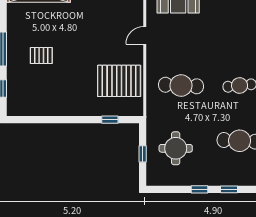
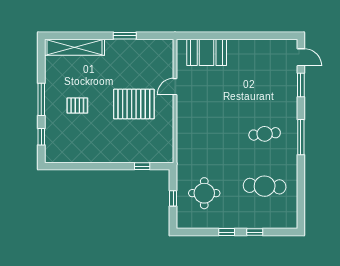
pallet: (119, 81) -> (134, 104), moved
cafe table: (181, 86) -> (209, 134), removed

